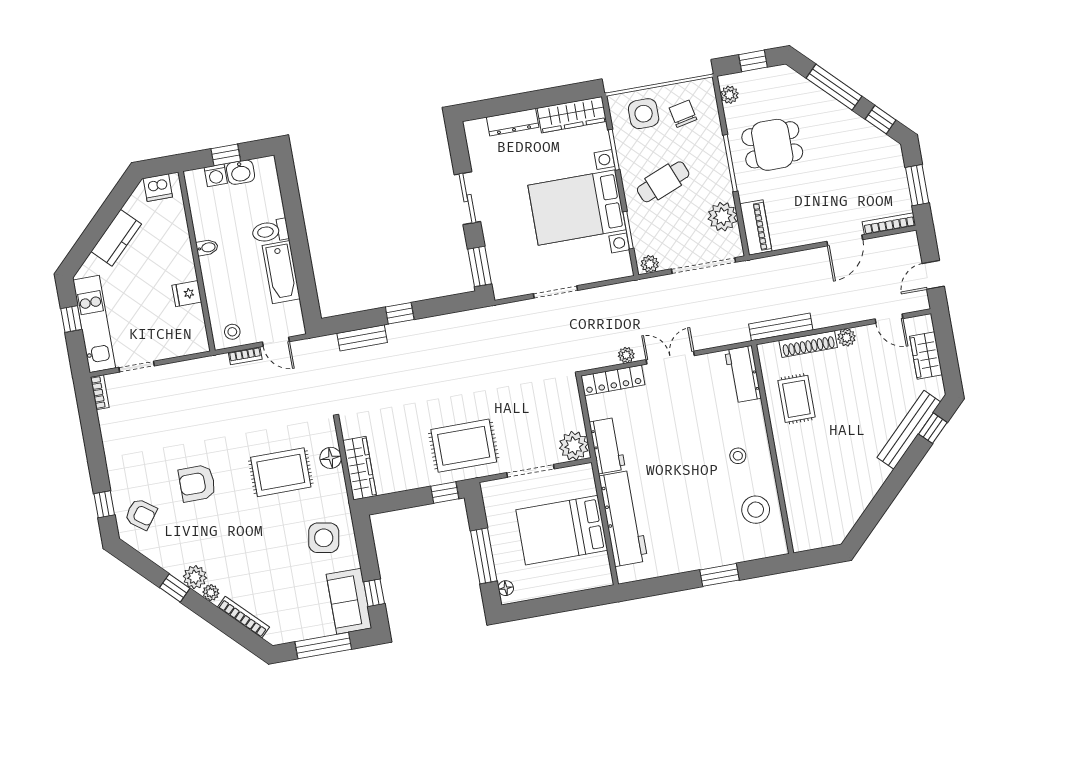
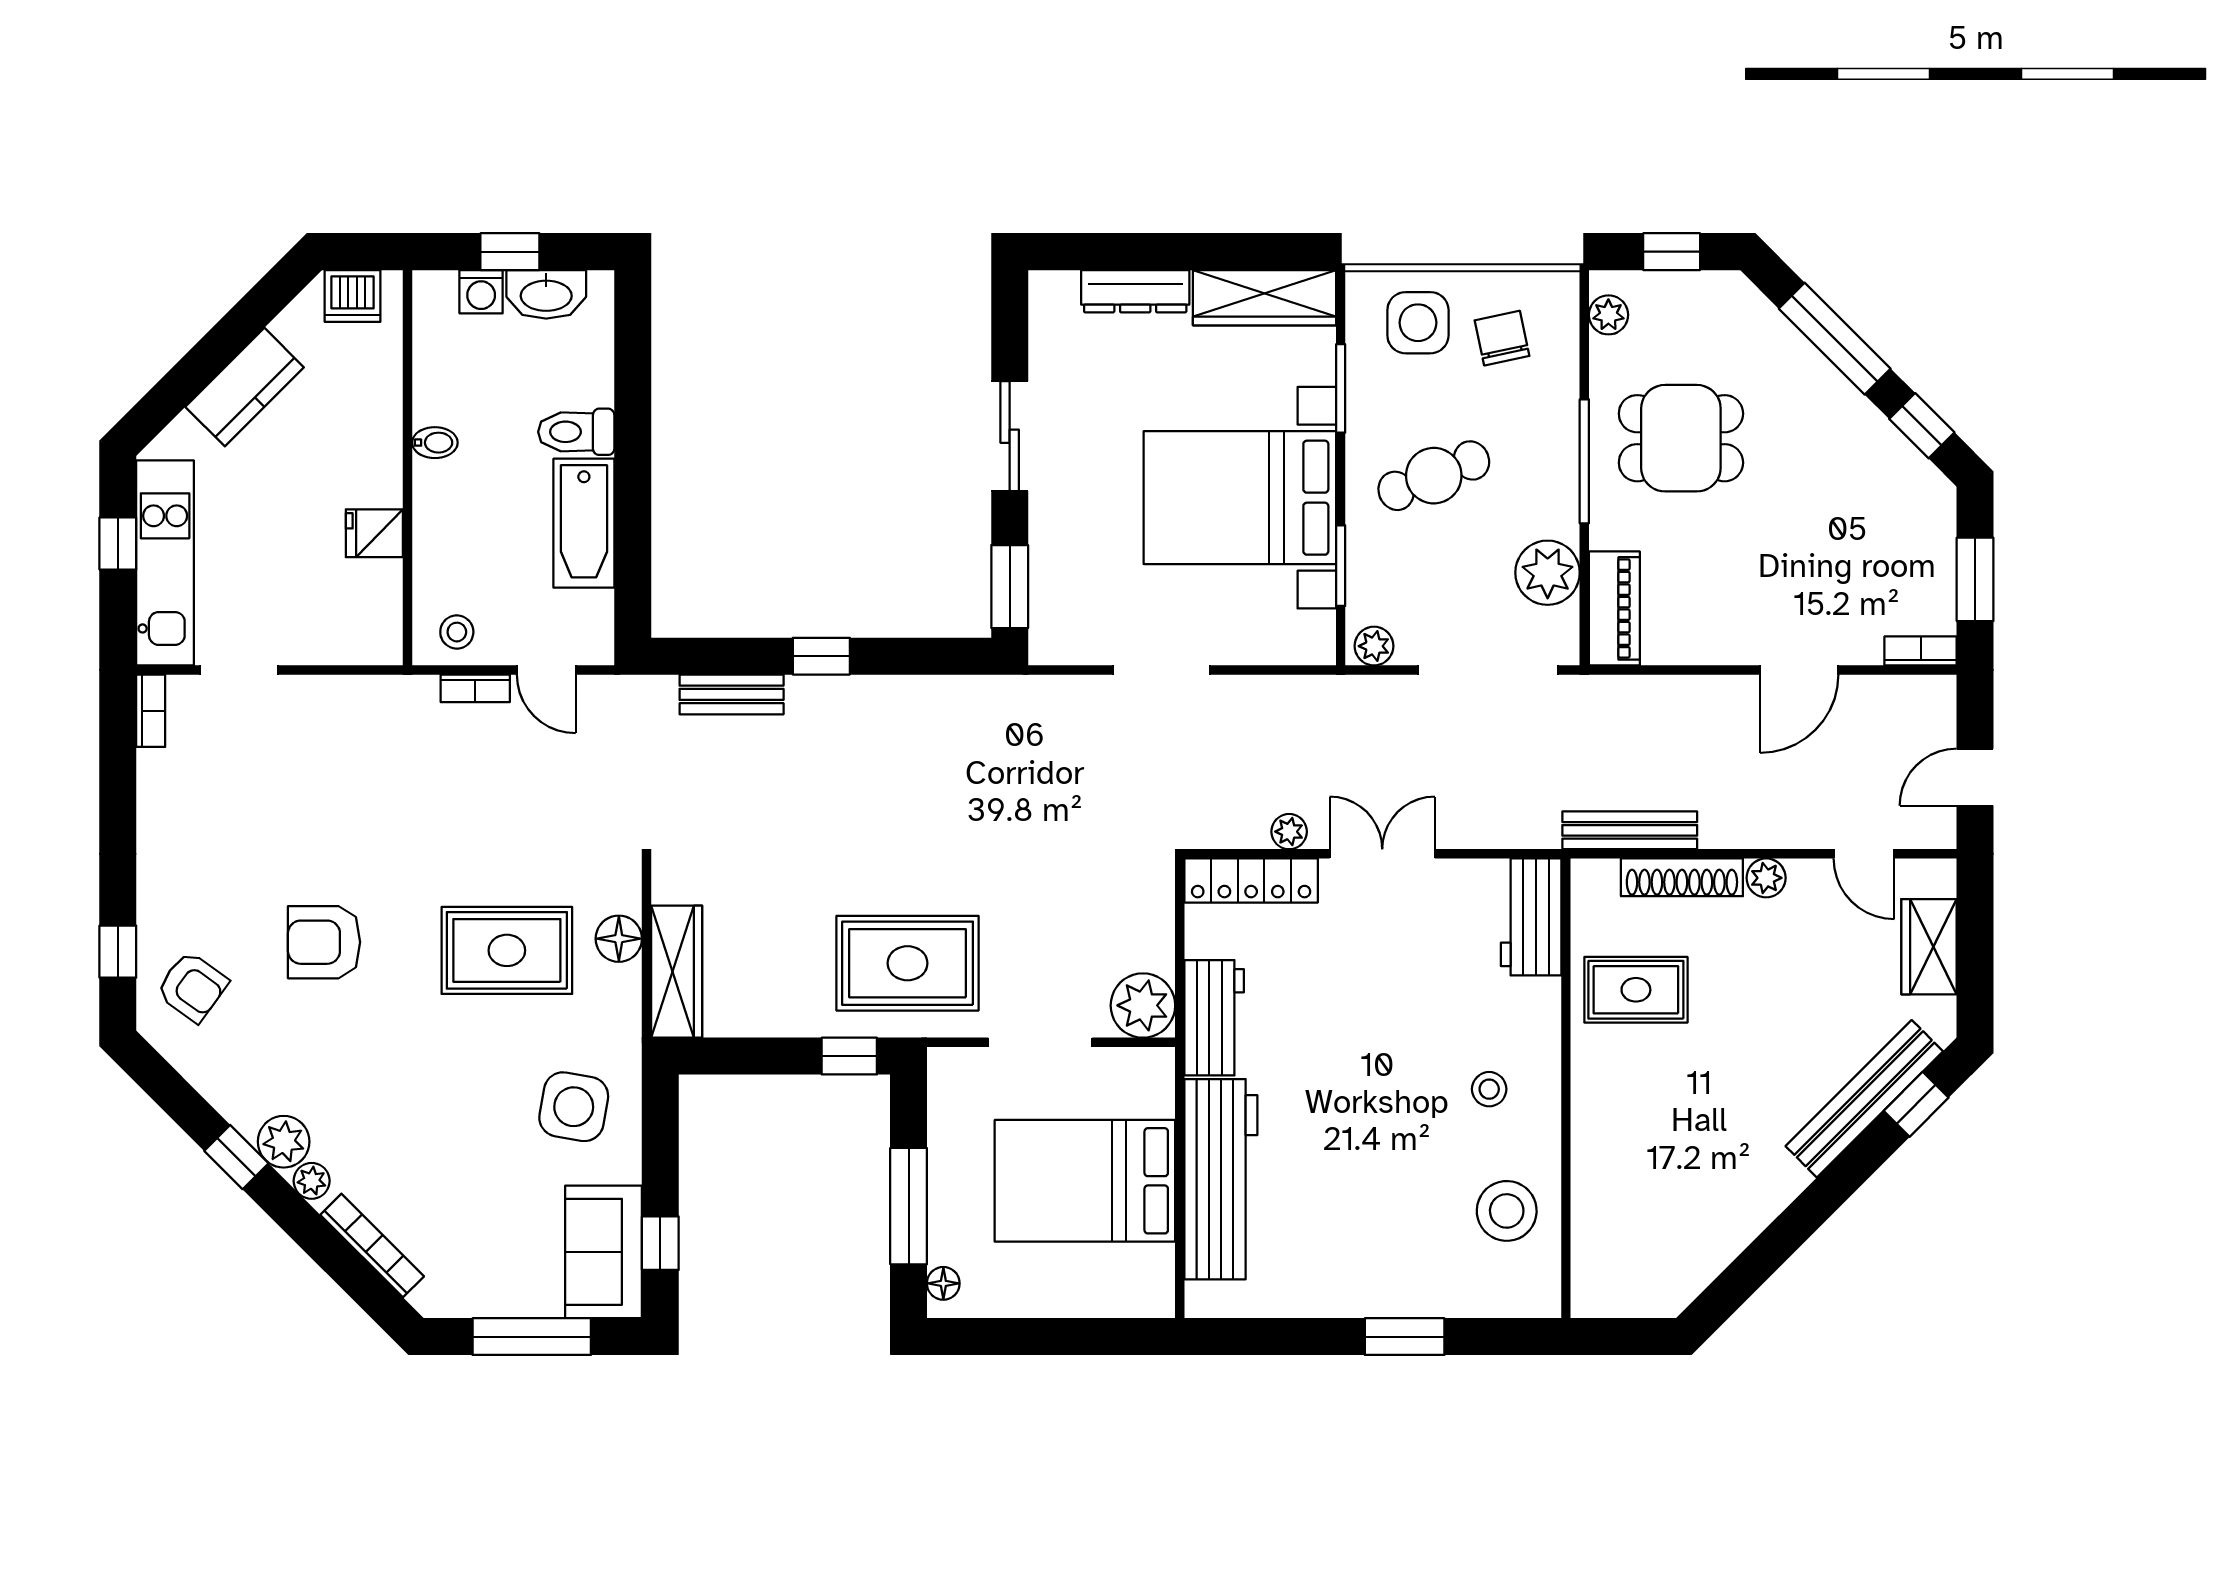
washbasin: (241, 172) -> (546, 294), width x1.38
bookcase: (889, 224) -> (1921, 651), width x0.64
rug: (796, 399) -> (1636, 990), turned 90

